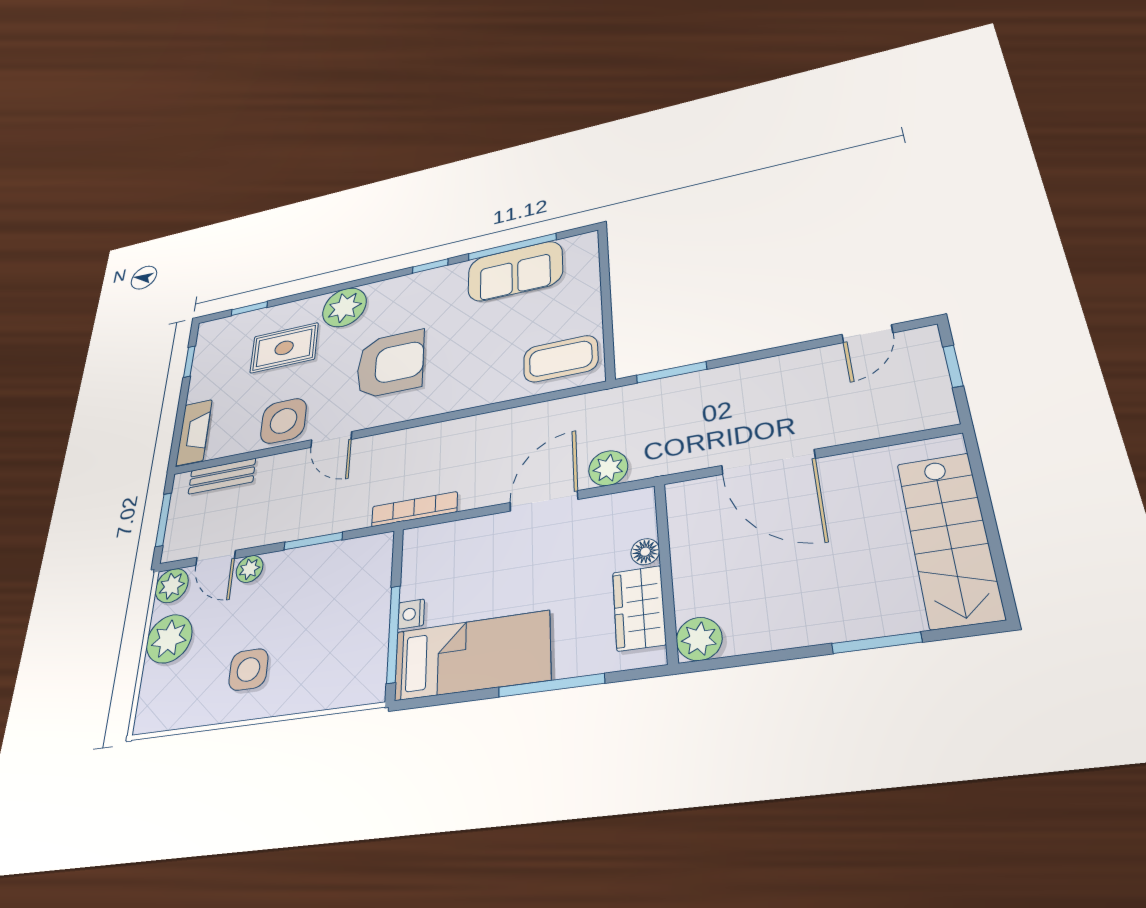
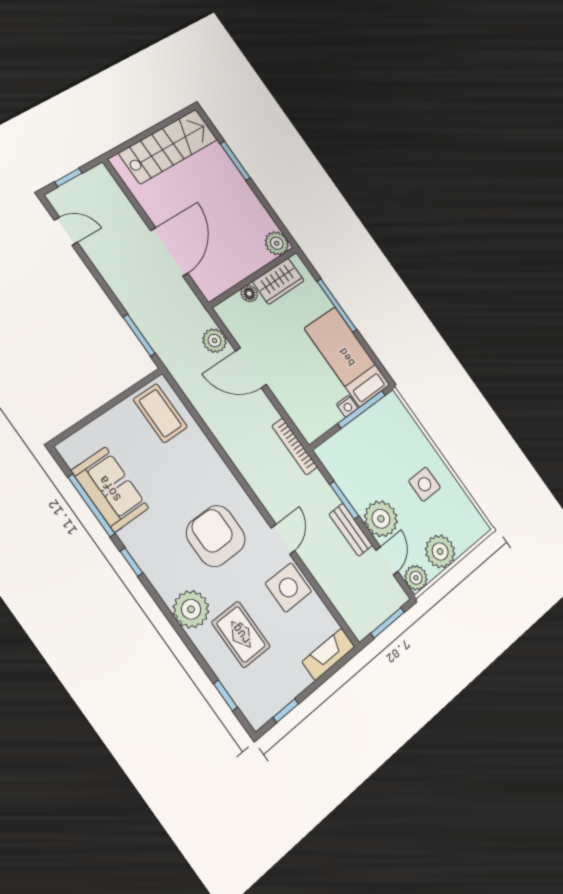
bench: (222, 476) -> (351, 530), moved
plant: (250, 569) -> (381, 519), width x1.88, depth x1.88

